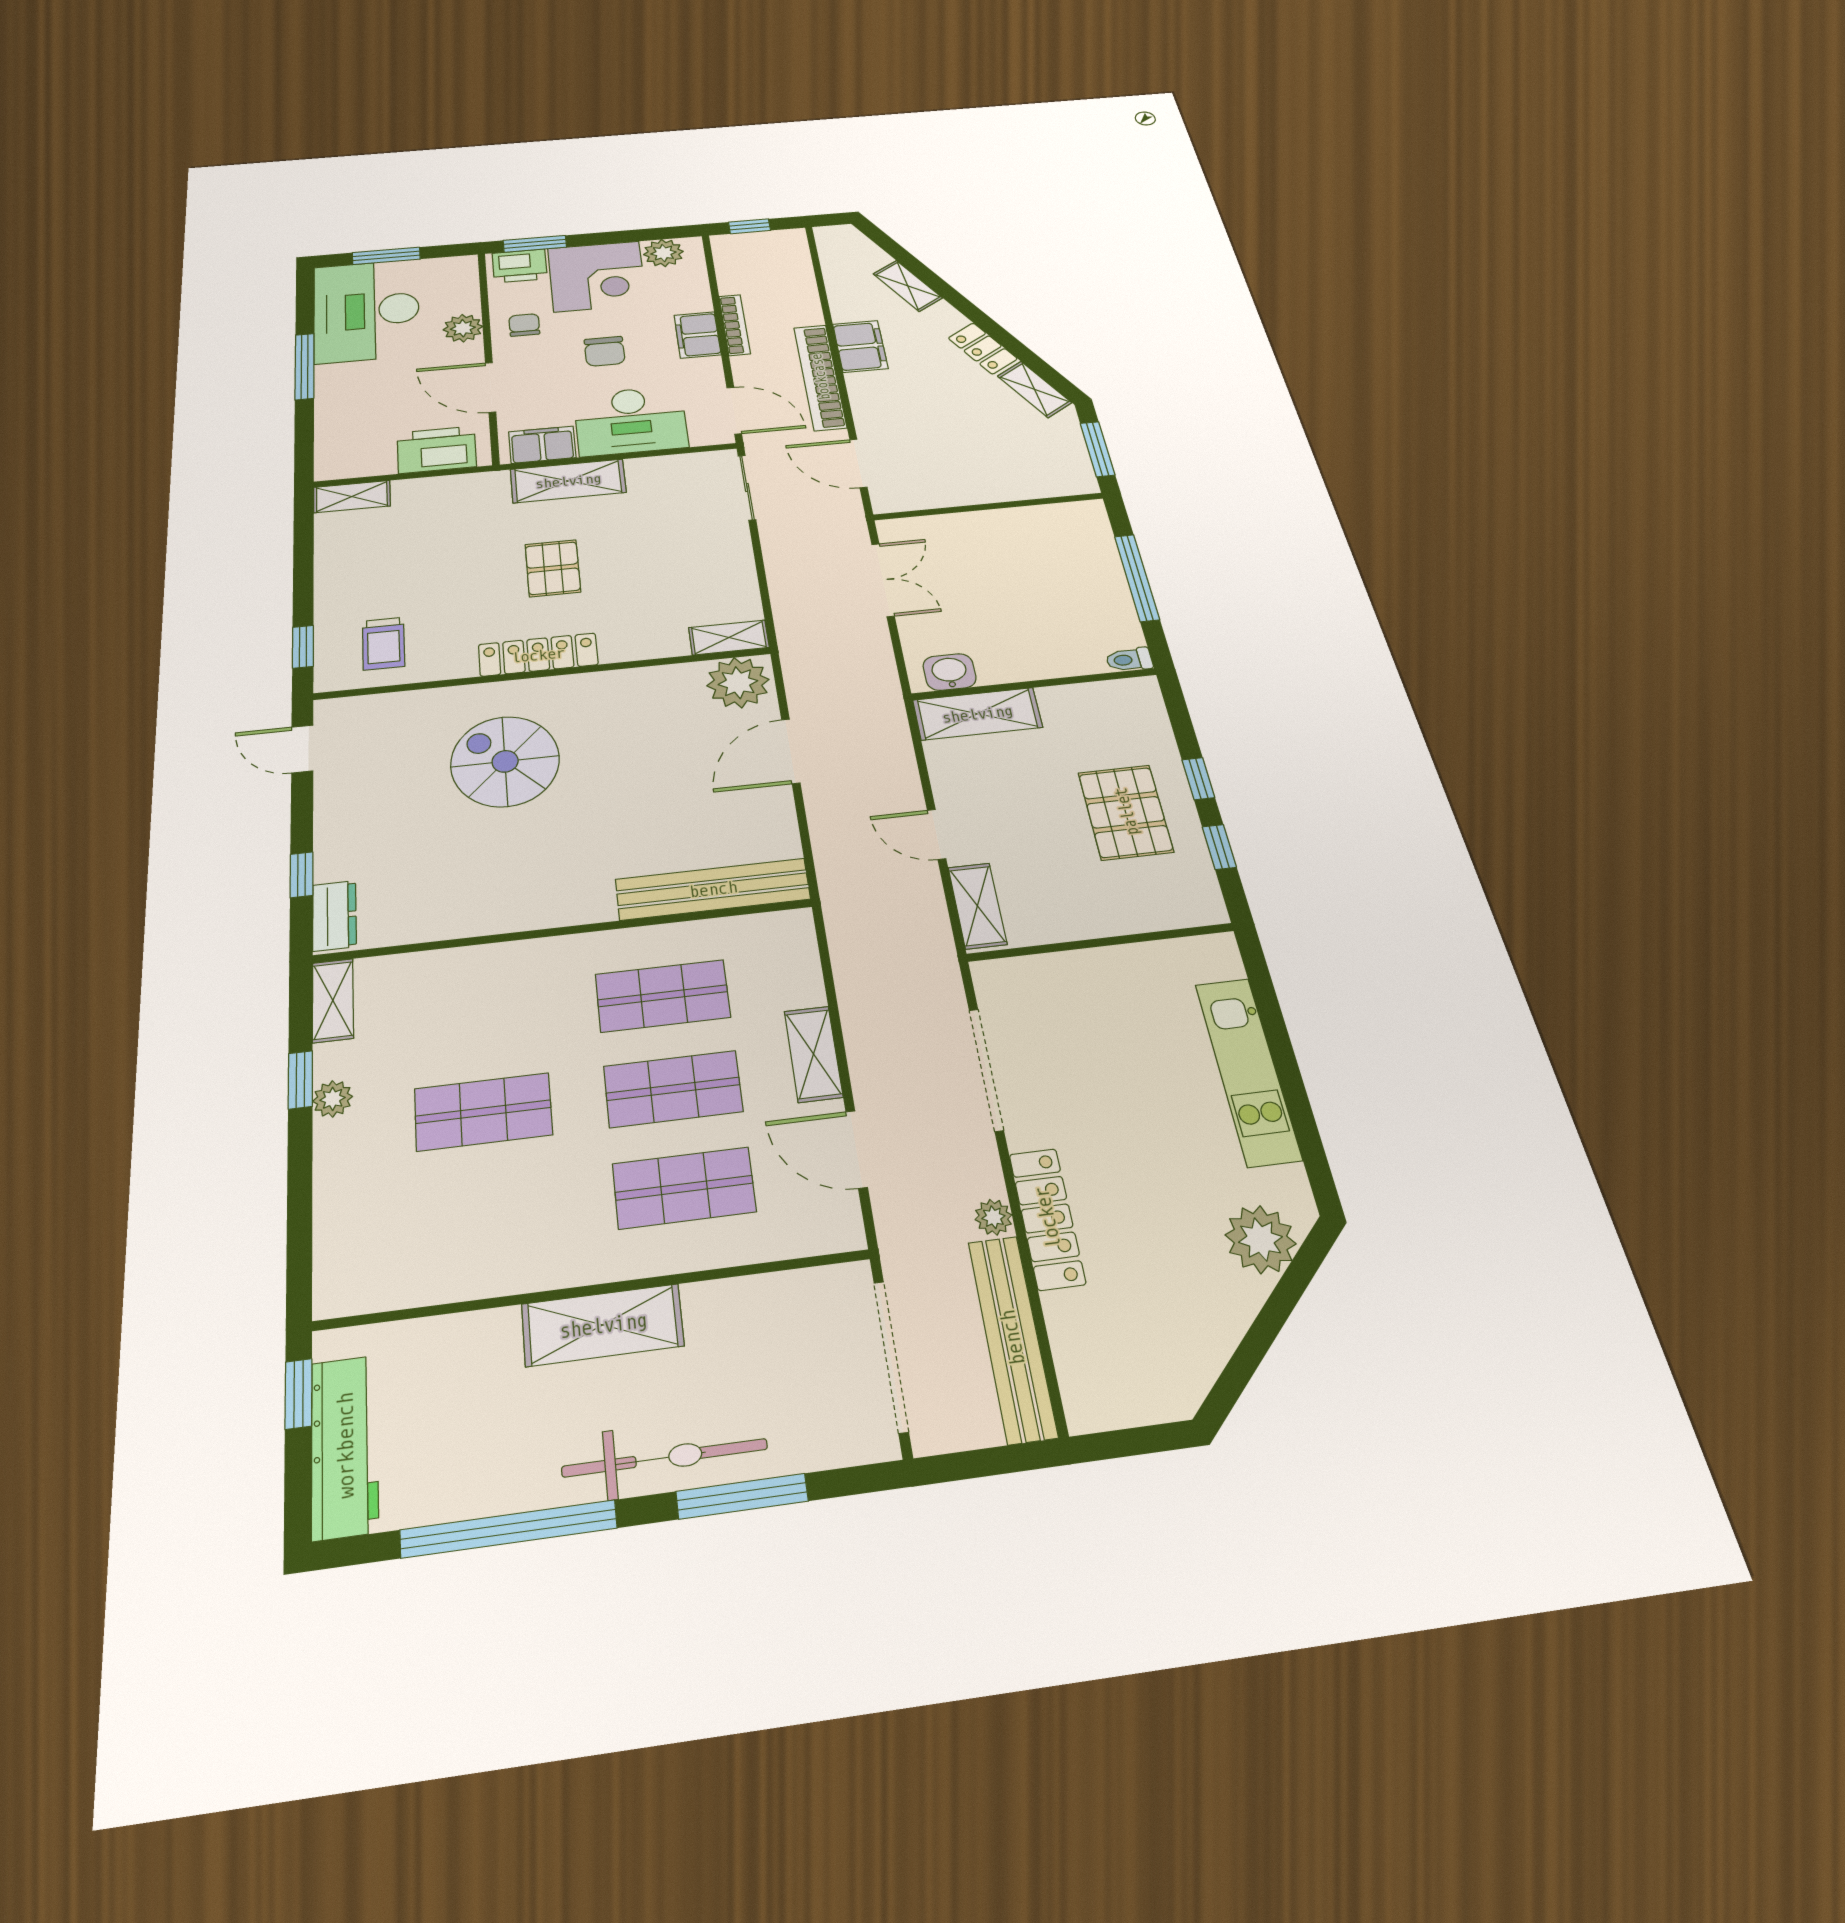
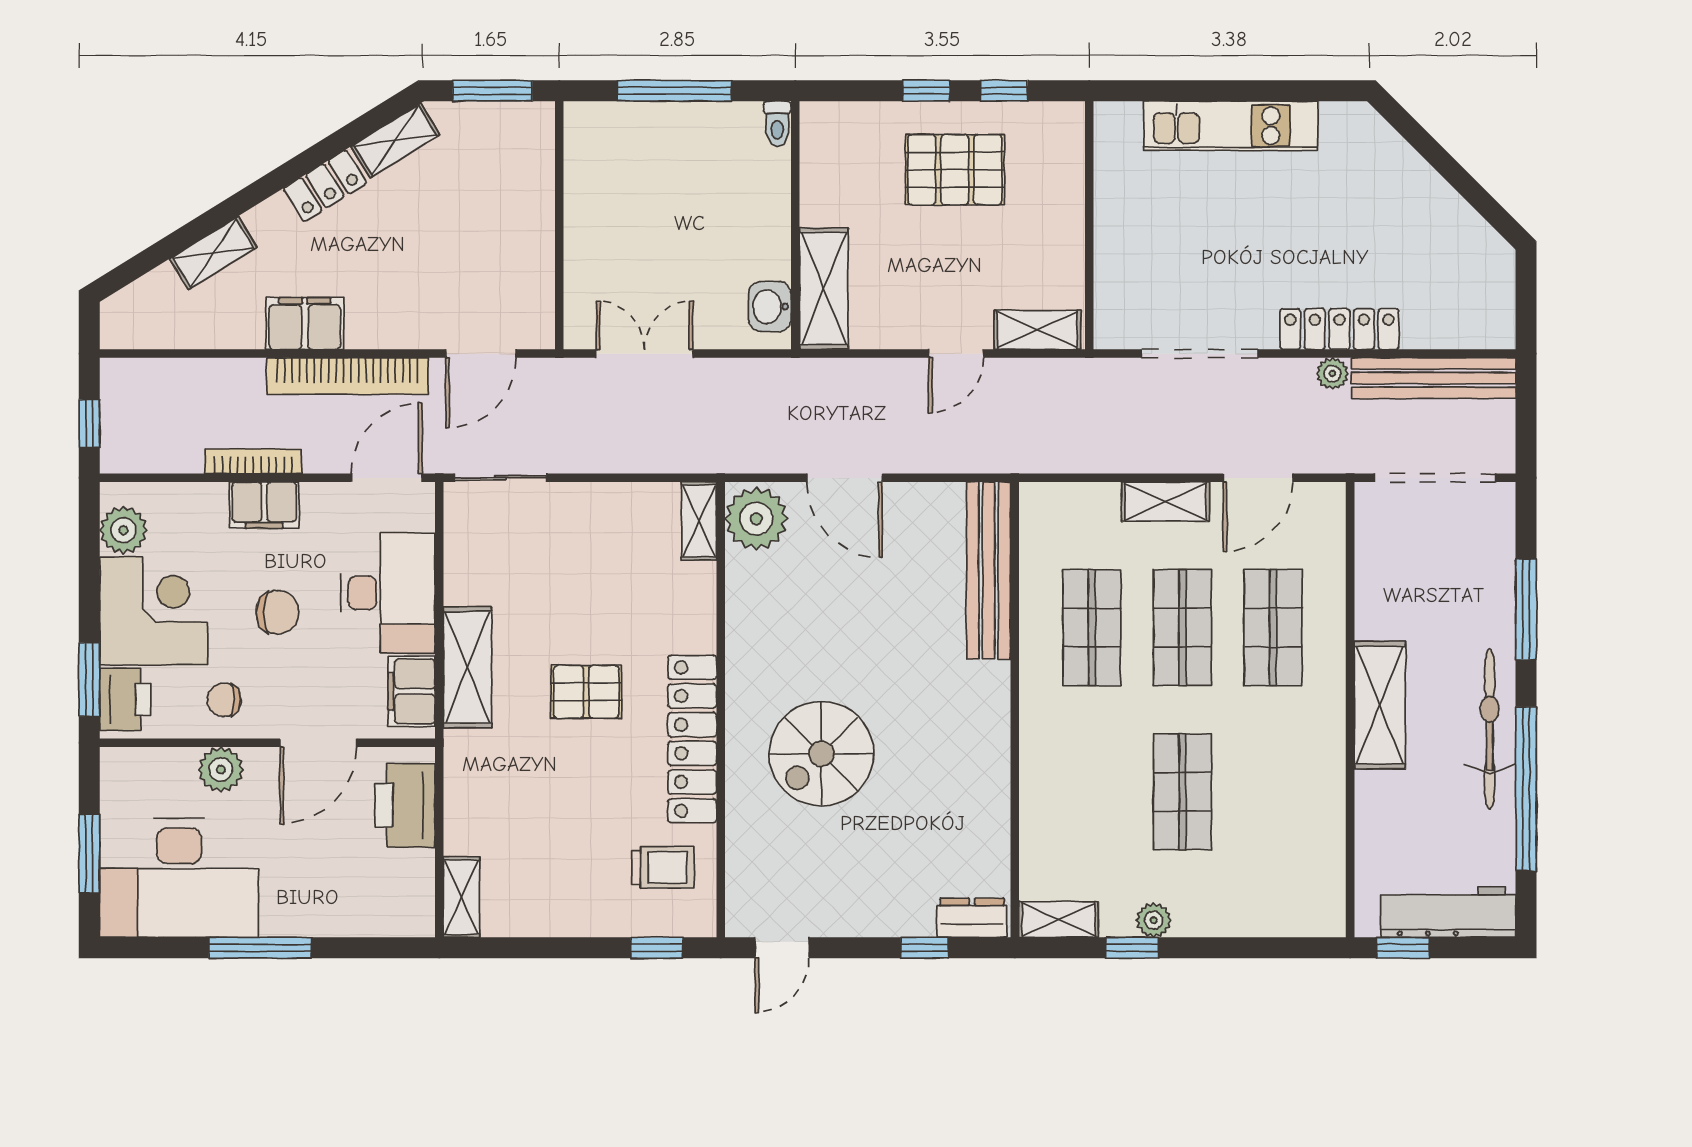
locker: (538, 655) -> (692, 739), width x1.41, depth x1.21
plant: (1261, 1239) -> (1380, 156), removed
bicycle: (665, 1458) -> (1490, 729), moved

